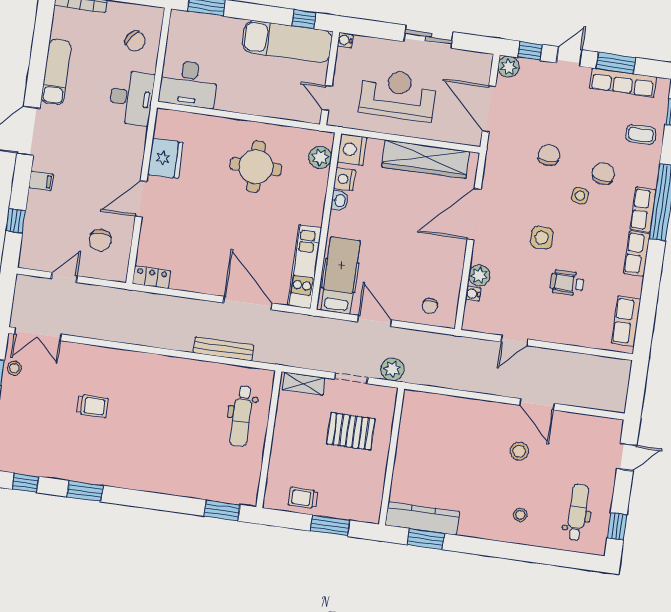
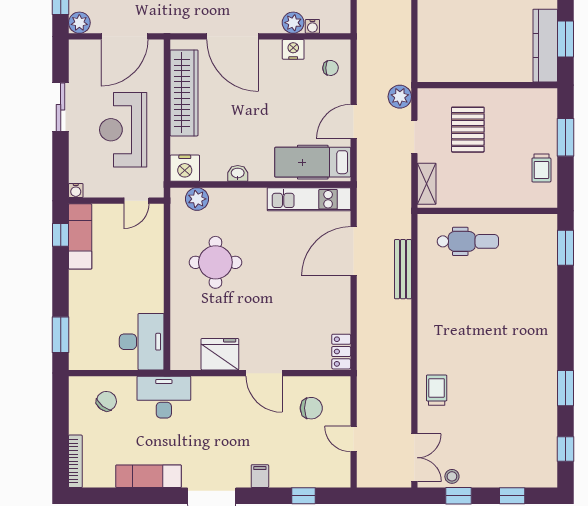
exam couch: (287, 42) -> (80, 236), width x0.73, depth x0.69
nightstand: (345, 179) -> (293, 49), moved, turned 180
trolley: (92, 406) -> (437, 390), moved

